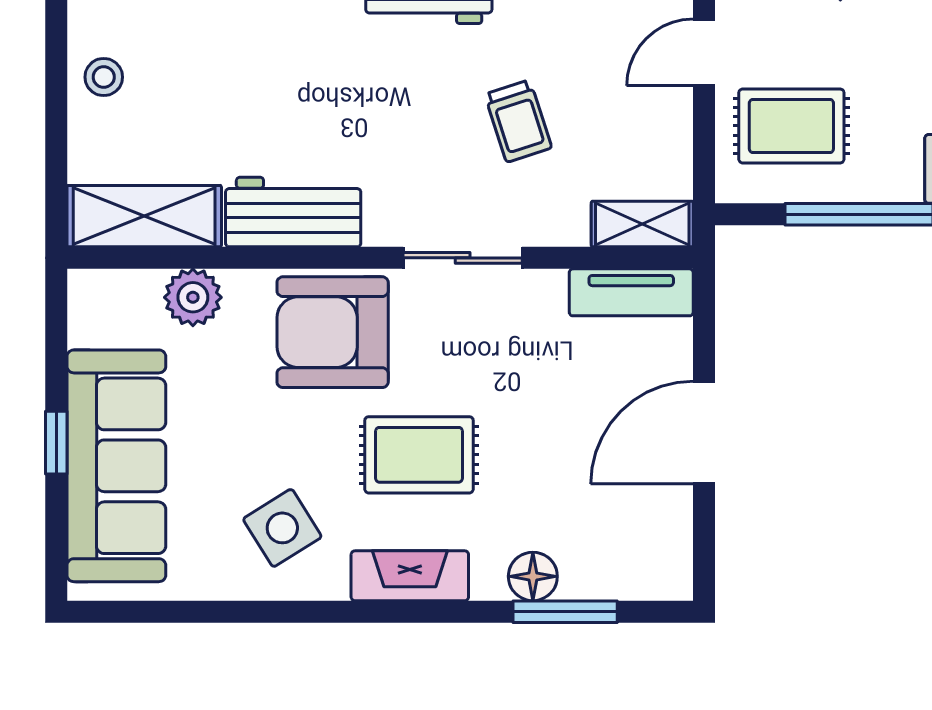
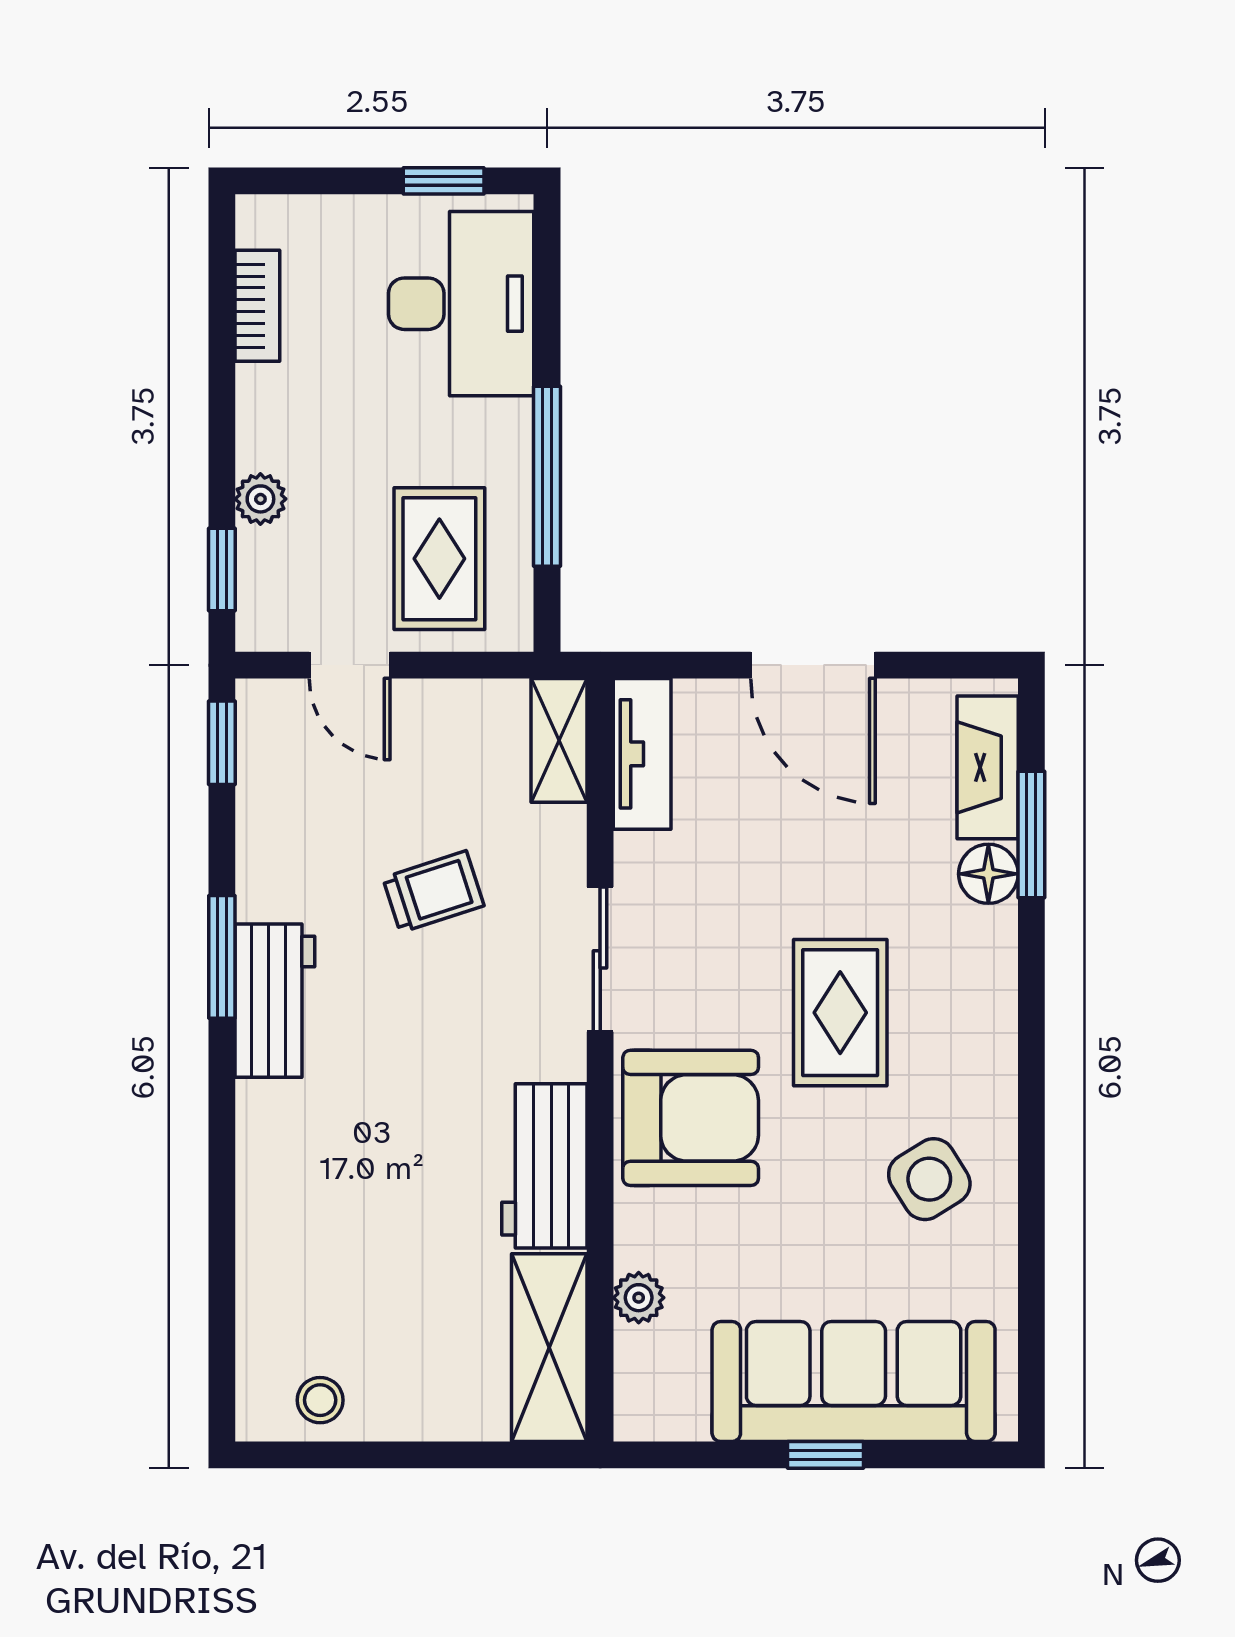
stool: (104, 77) -> (320, 1400), moved
plant: (193, 297) -> (639, 1298), width x0.73, depth x0.73
armchair: (333, 332) -> (691, 1118), turned -90
fireplace: (410, 576) -> (988, 767), moved

